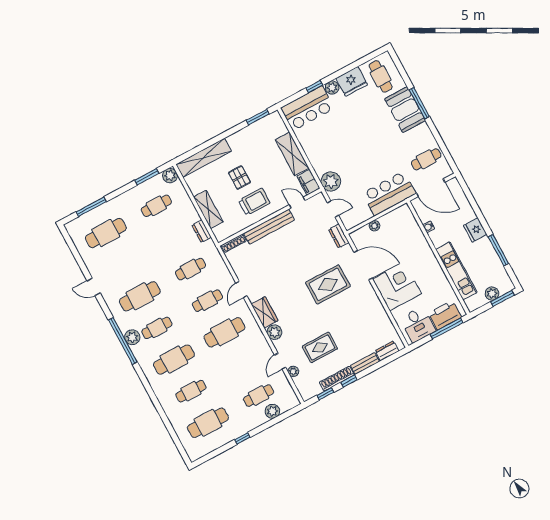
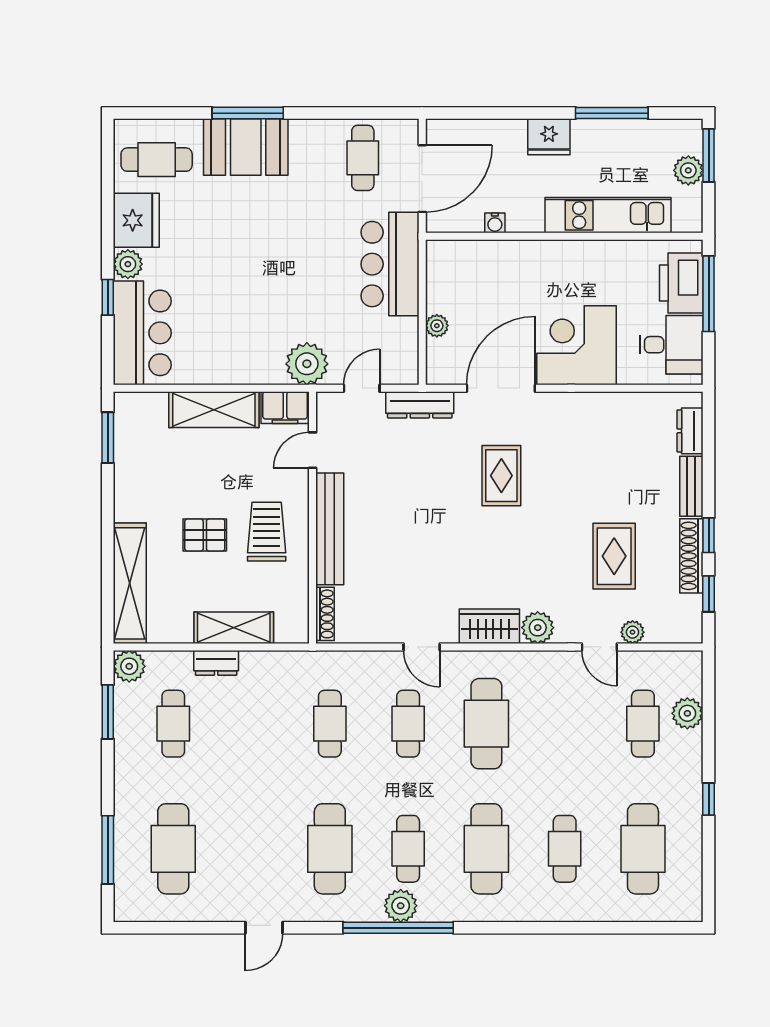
dresser: (202, 231) -> (216, 663), moved
dresser: (339, 236) -> (420, 405), width x1.44
rug: (328, 284) -> (501, 476), width x0.73, depth x0.70

